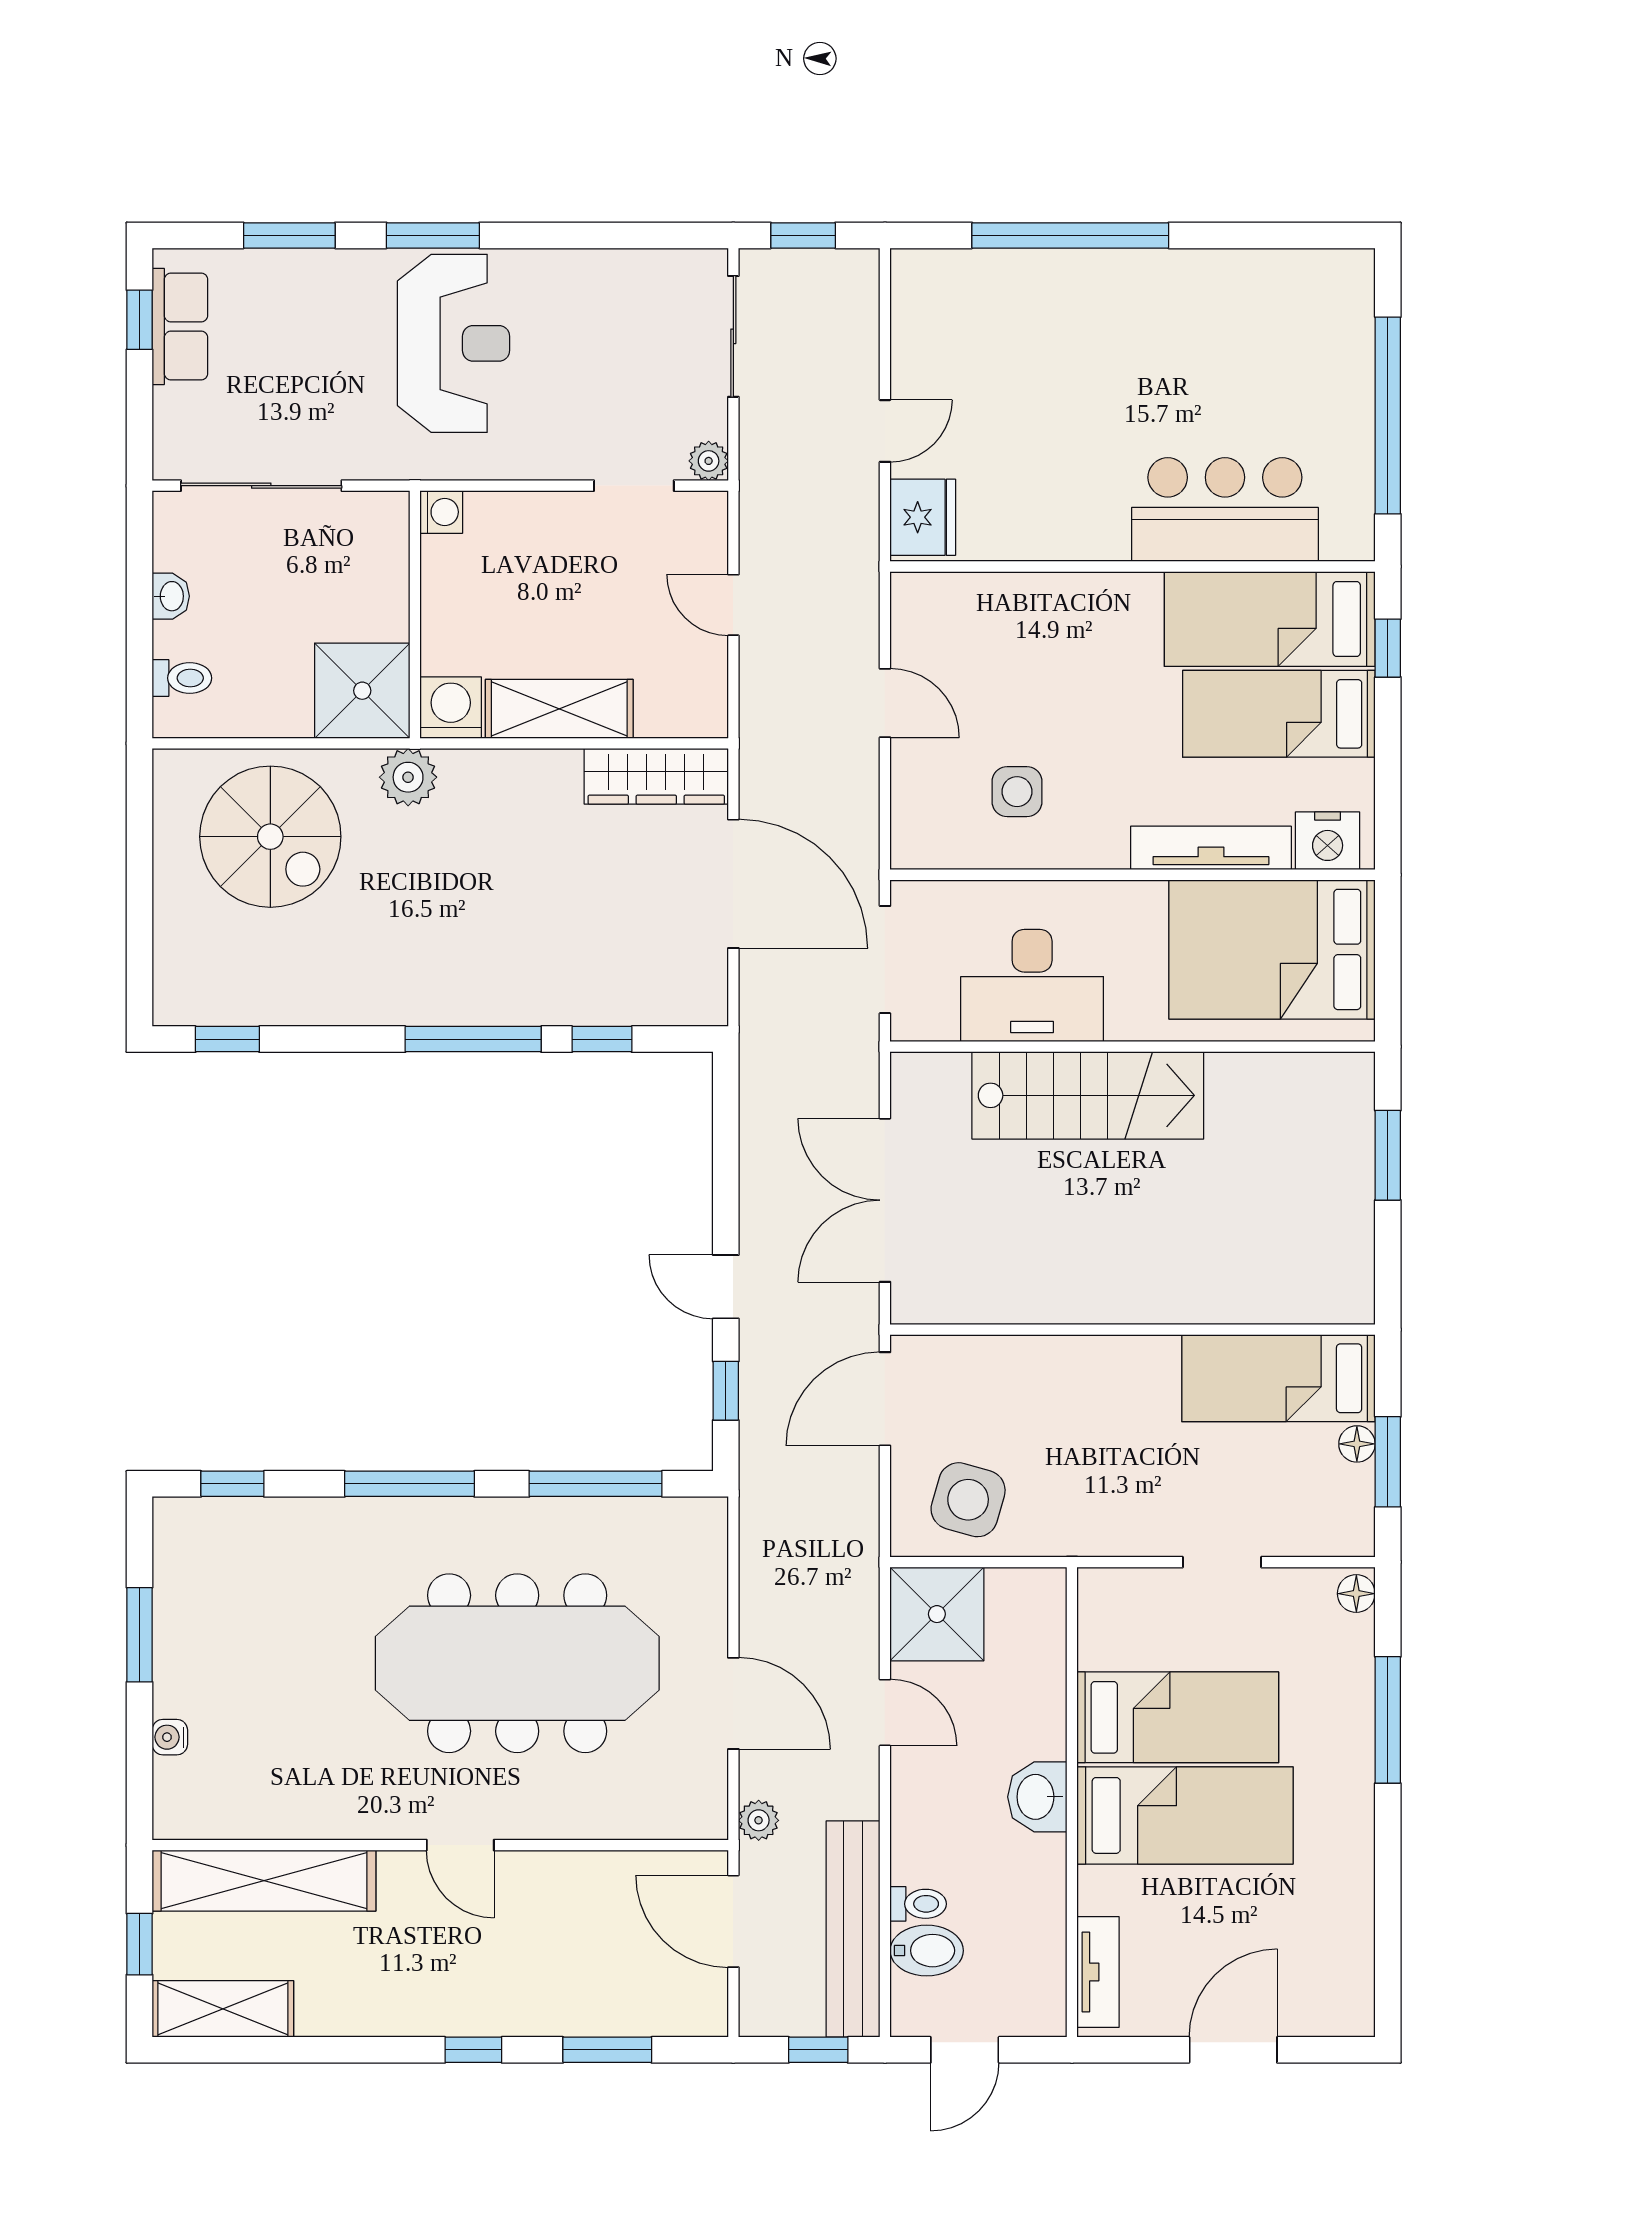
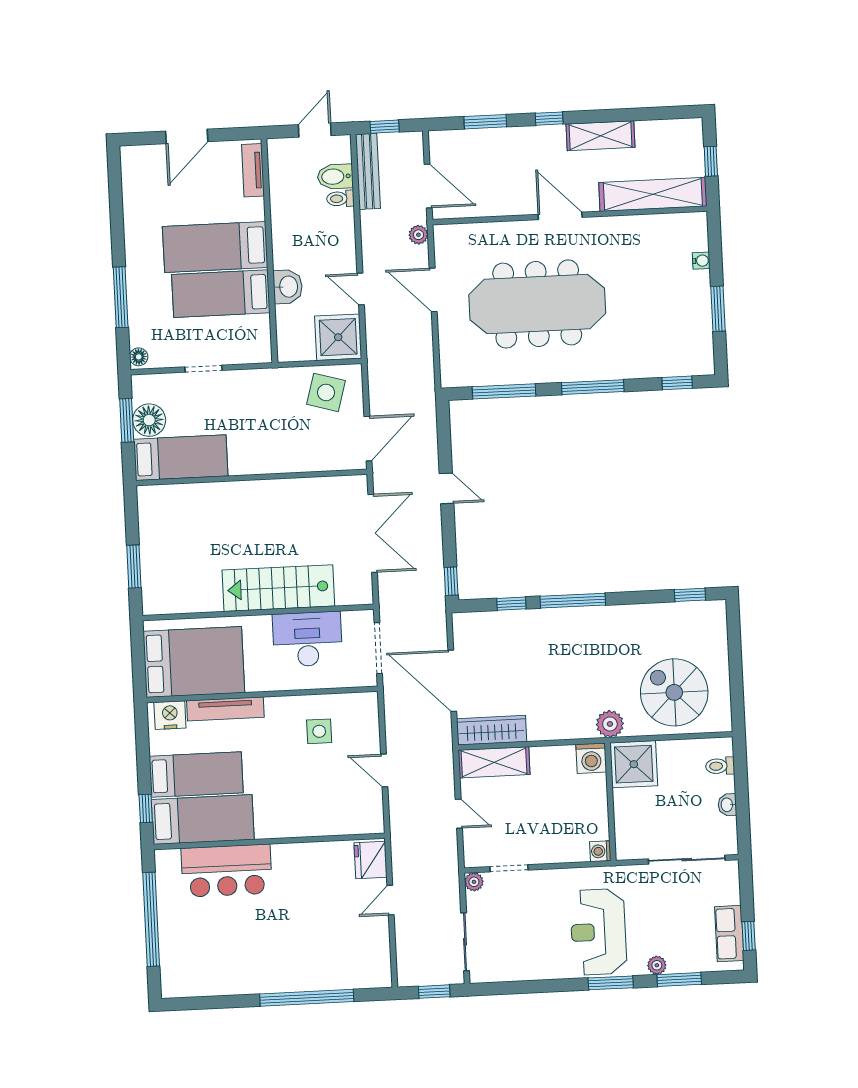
plant: (335, 268) -> (657, 965), added
shelving: (559, 709) -> (494, 762), moved
window: (726, 1391) -> (451, 581), moved
floor lamp: (1357, 1444) -> (149, 420), width x1.89, depth x1.89
washbasin: (1037, 1797) -> (288, 287), moved
door: (460, 1845) -> (560, 216), width x1.38
bench: (853, 1929) -> (368, 171), width x0.73, depth x0.82
shelving: (223, 2009) -> (600, 136), moved

